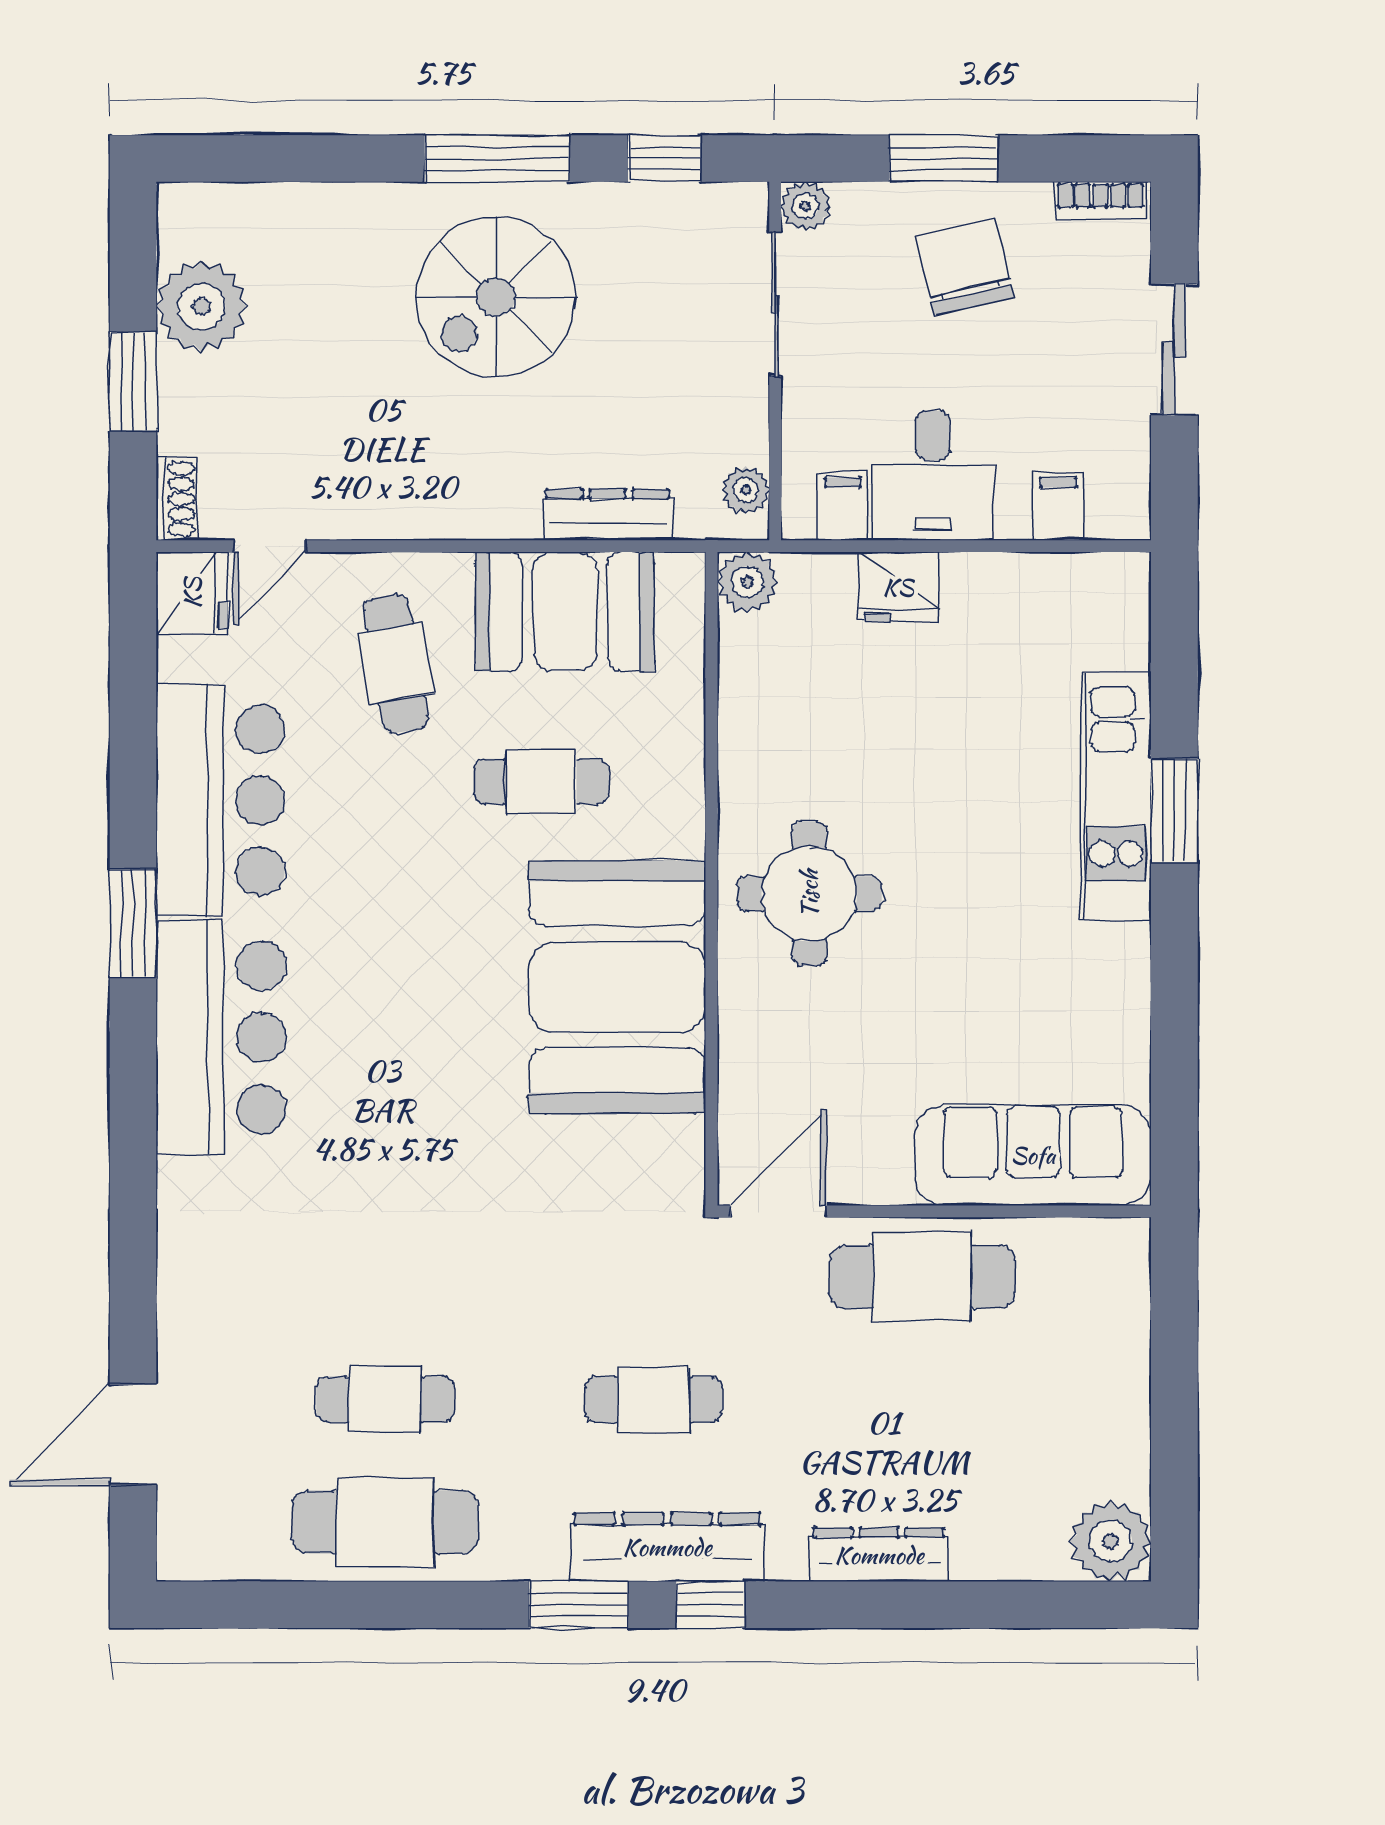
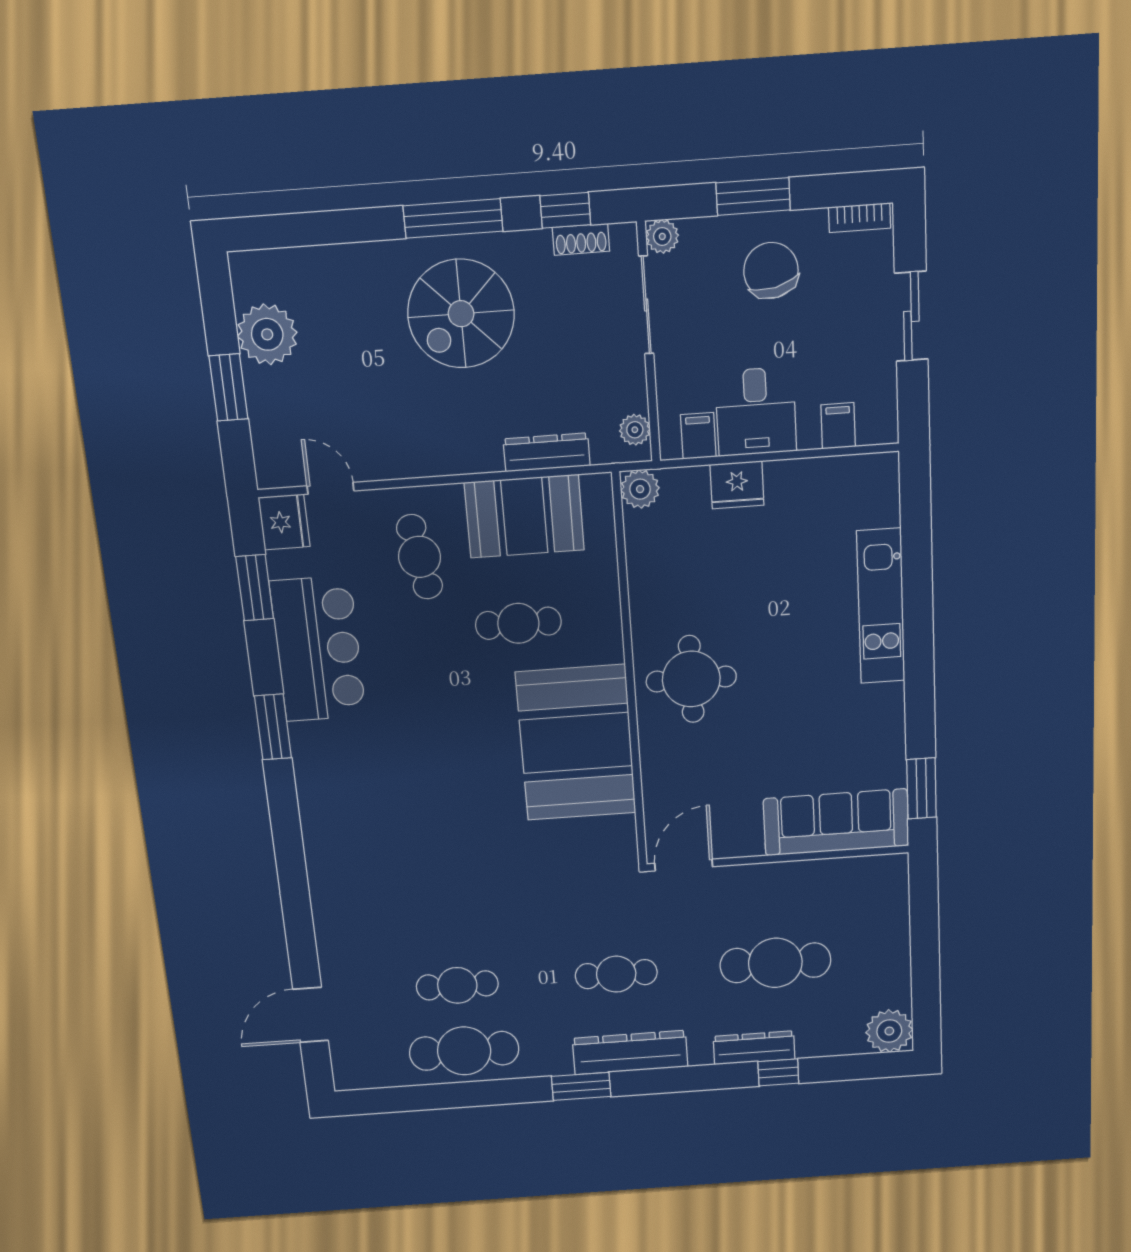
shoe rack: (176, 499) -> (581, 239), moved, turned 90
door: (270, 546) -> (330, 488), swing flipped
window: (133, 694) -> (255, 588), added
window: (1174, 811) -> (921, 788), moved
bar counter: (221, 1037) -> (336, 790), removed
cafe table: (922, 1277) -> (775, 963), moved
window: (710, 1605) -> (778, 1072), moved

